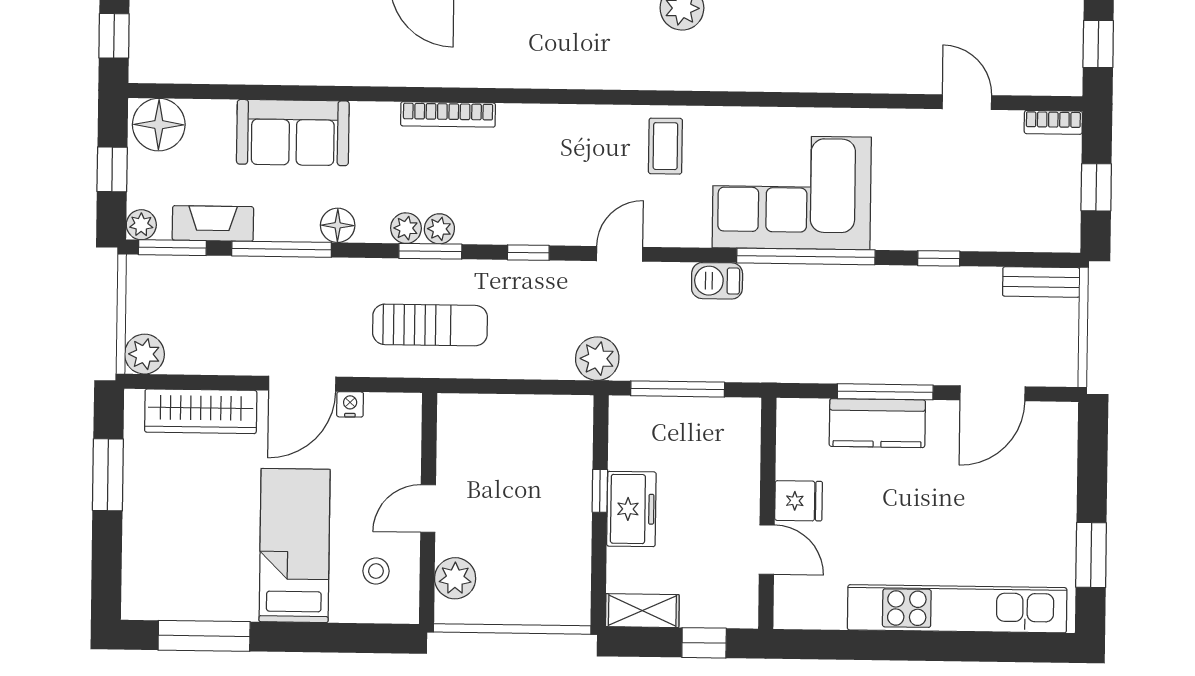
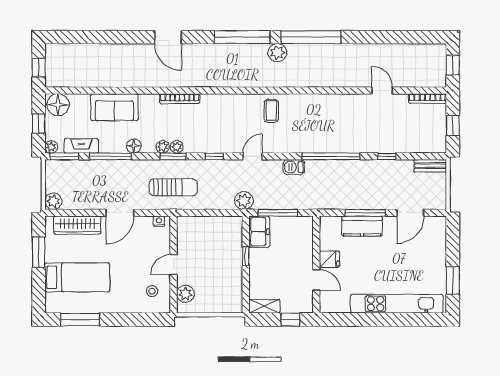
door: (967, 102) -> (382, 90), moved
bookcase: (1053, 122) -> (427, 98), width x1.56
corner sofa: (792, 192) -> (325, 130), removed
nightstand: (350, 404) -> (159, 221), moved
freezer: (631, 509) -> (259, 232), moved
bed: (295, 546) -> (77, 277), moved, turned 90

